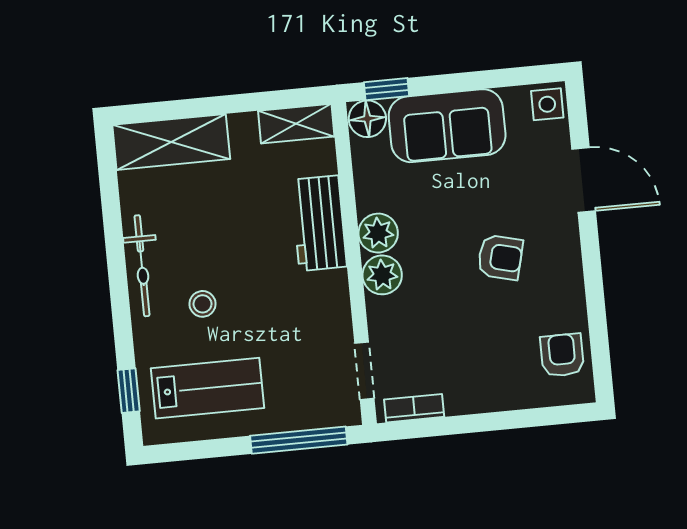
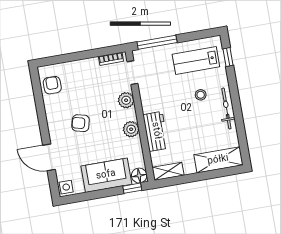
plant: (382, 275) -> (126, 100), moved
armchair: (562, 355) -> (52, 85), turned 180

